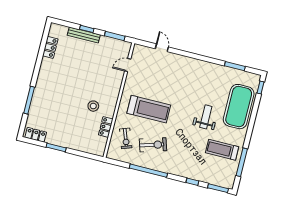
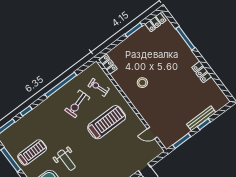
locker: (50, 47) -> (202, 72), moved
door: (128, 65) -> (152, 133), swing flipped
treadmill: (149, 109) -> (107, 122), turned 180
locker: (106, 127) -> (108, 64), moved

